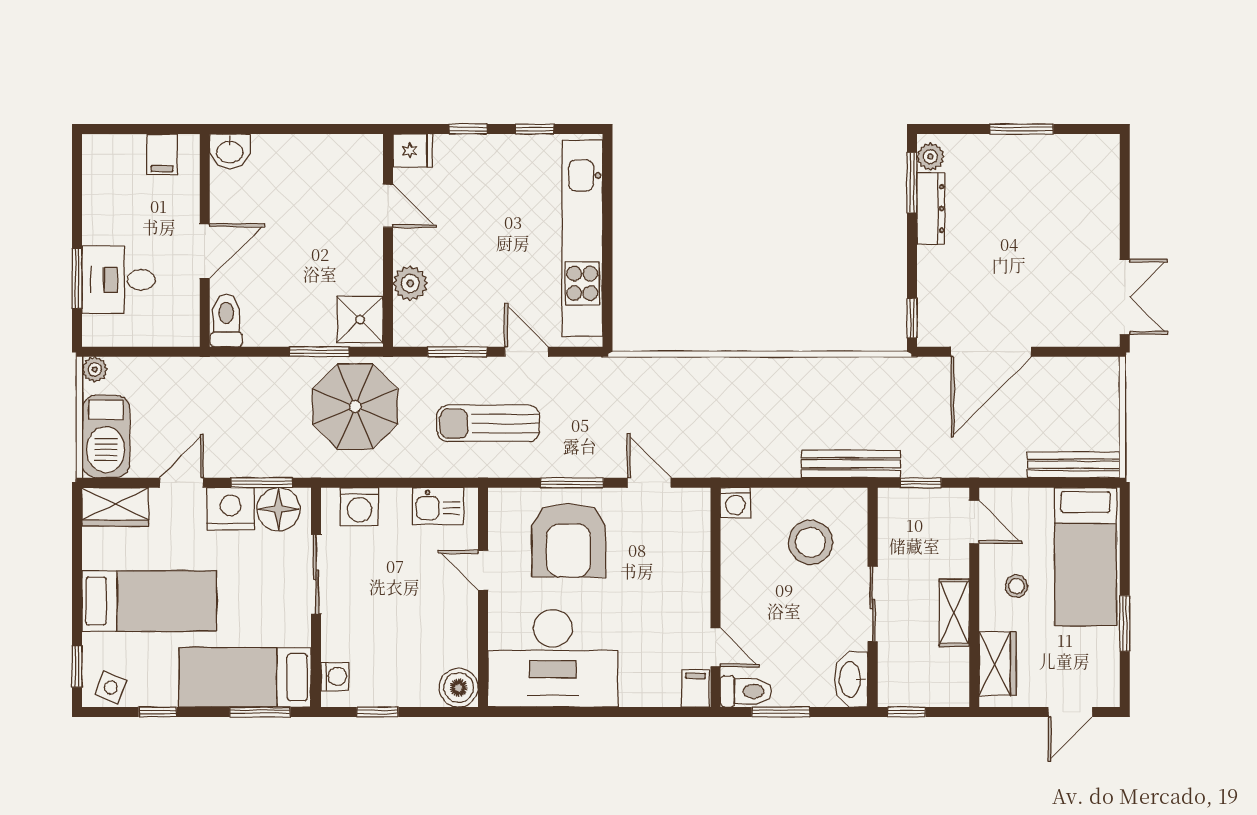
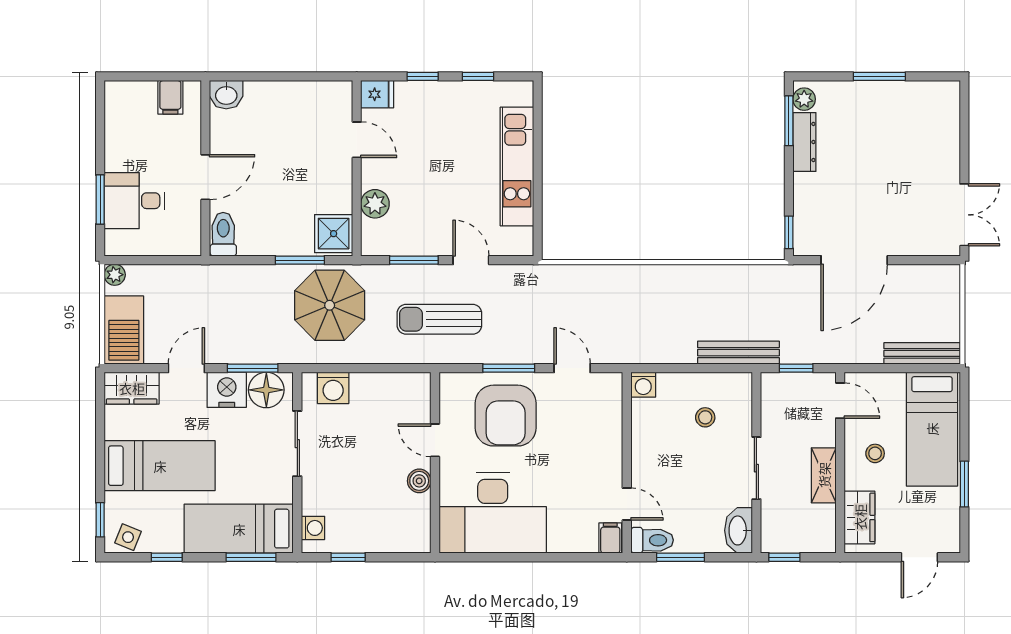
kitchen unit: (582, 238) -> (517, 166), width x0.73
kitchen sink: (438, 506) -> (398, 388), removed
stool: (811, 542) -> (705, 417), width x0.53, depth x0.53
boiler: (459, 688) -> (419, 481), moved, width x0.73, depth x0.73

